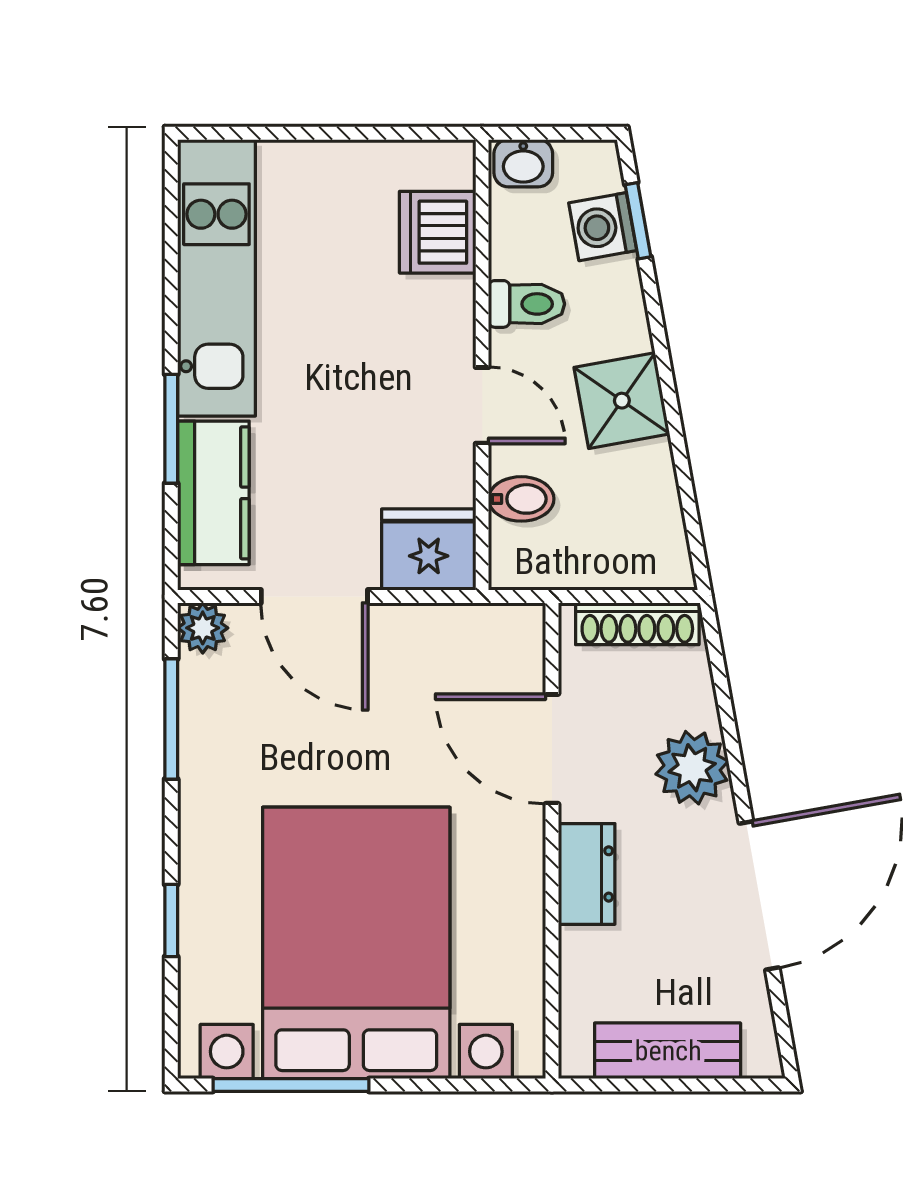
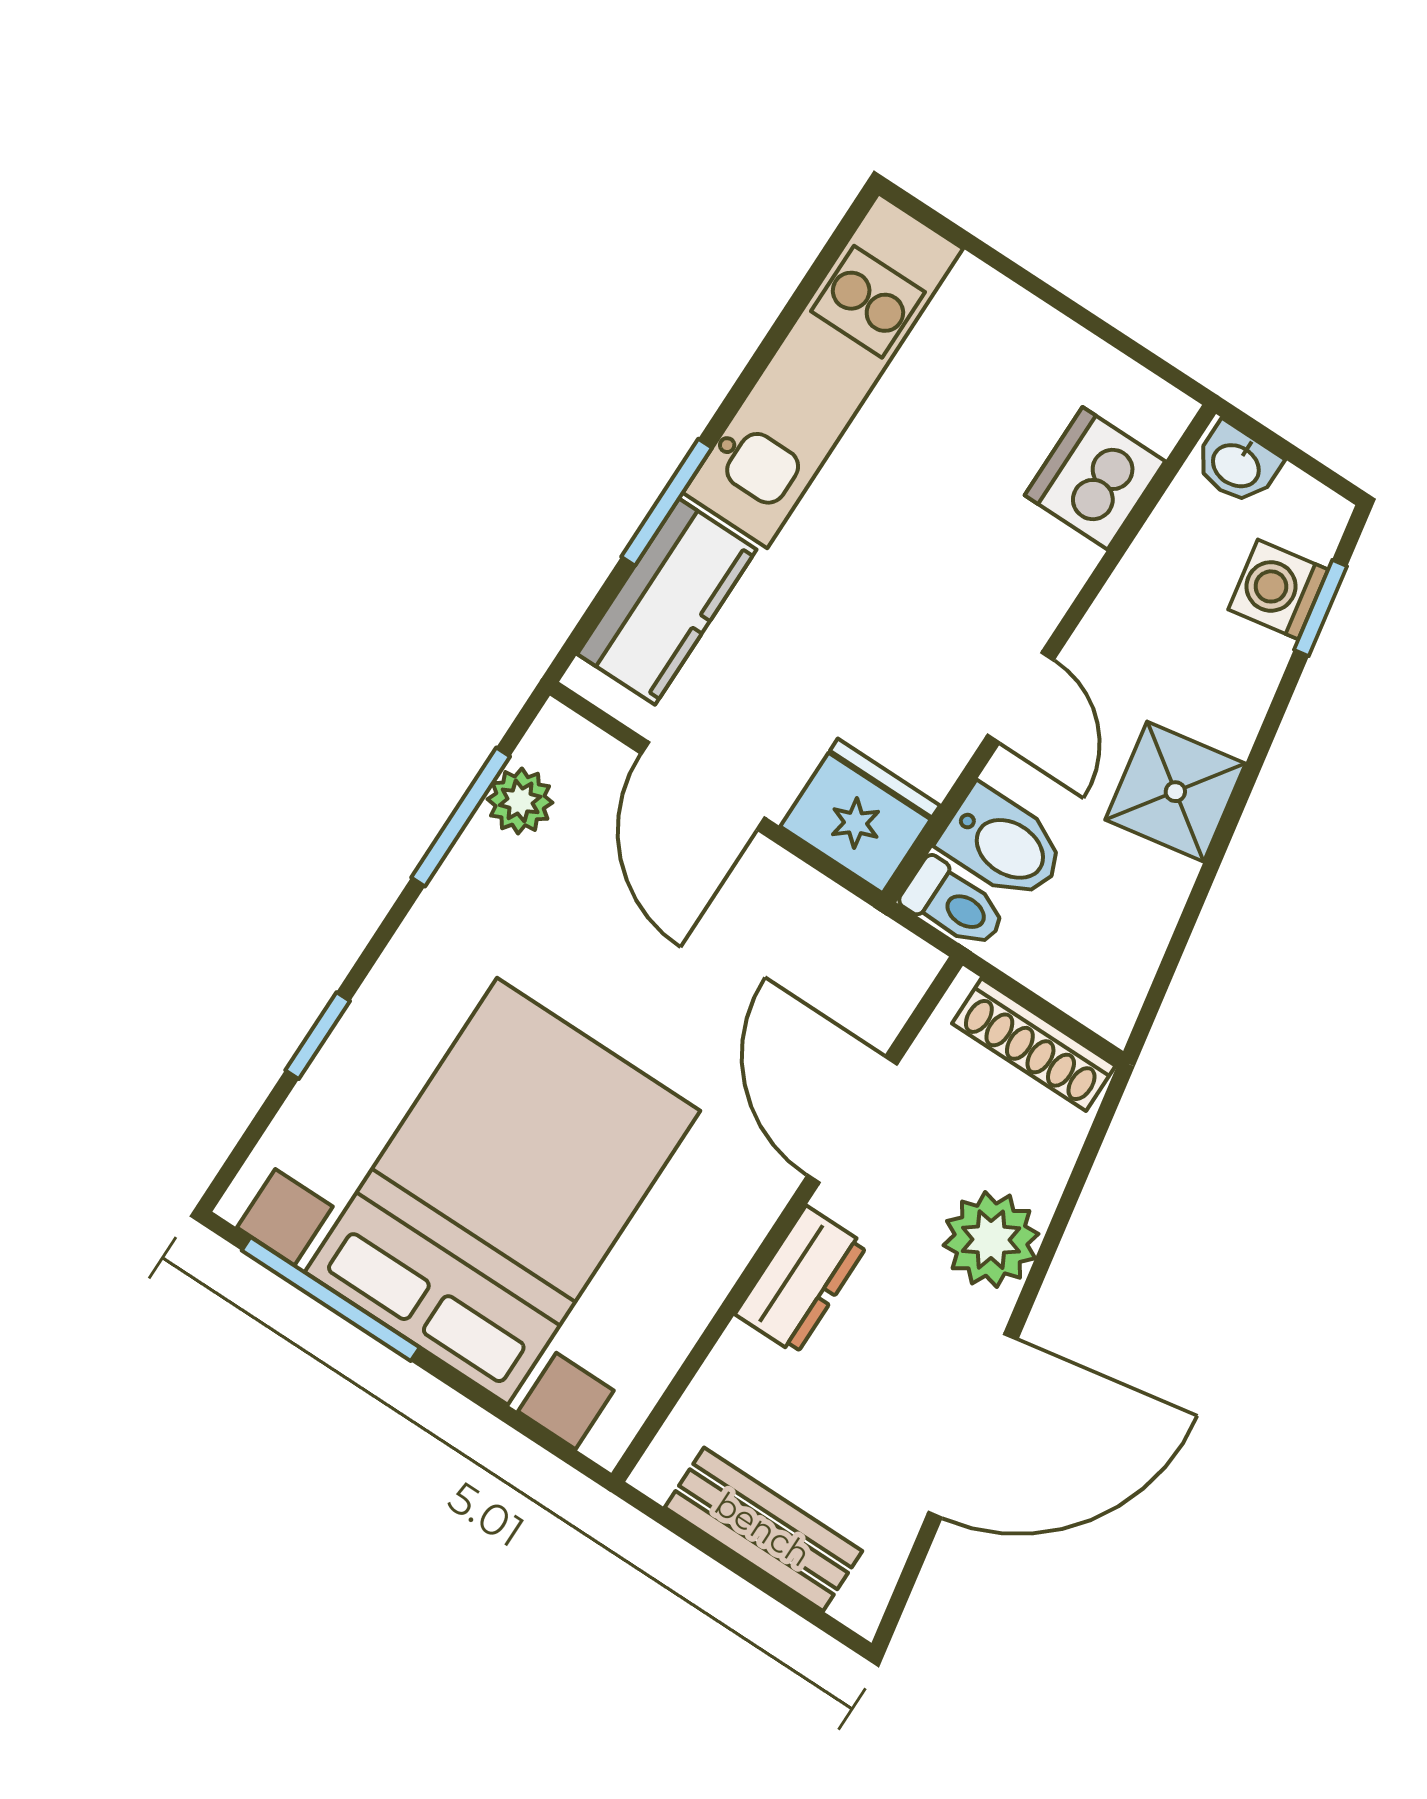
toilet: (526, 304) -> (954, 904), moved
bidet: (521, 499) -> (1003, 844), width x1.38, depth x1.36
plant: (203, 628) -> (520, 801), moved

